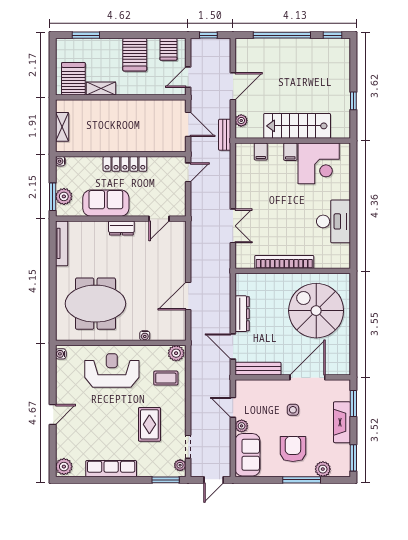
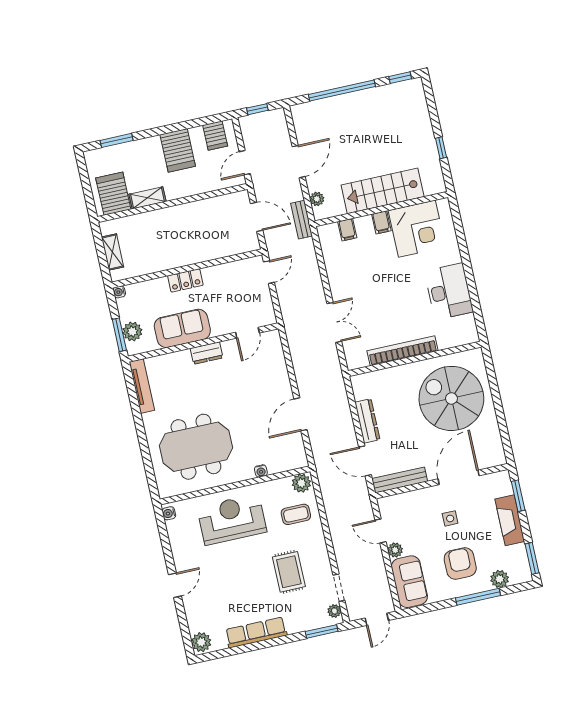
locker: (125, 164) -> (185, 280), width x0.66

